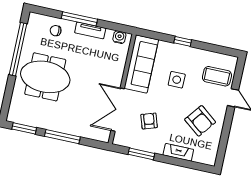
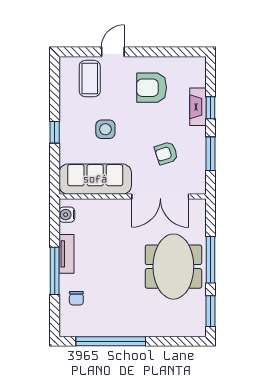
meeting table: (45, 77) -> (173, 267), moved
armchair: (200, 121) -> (152, 88), turned -128
window: (176, 161) -> (210, 108), added

